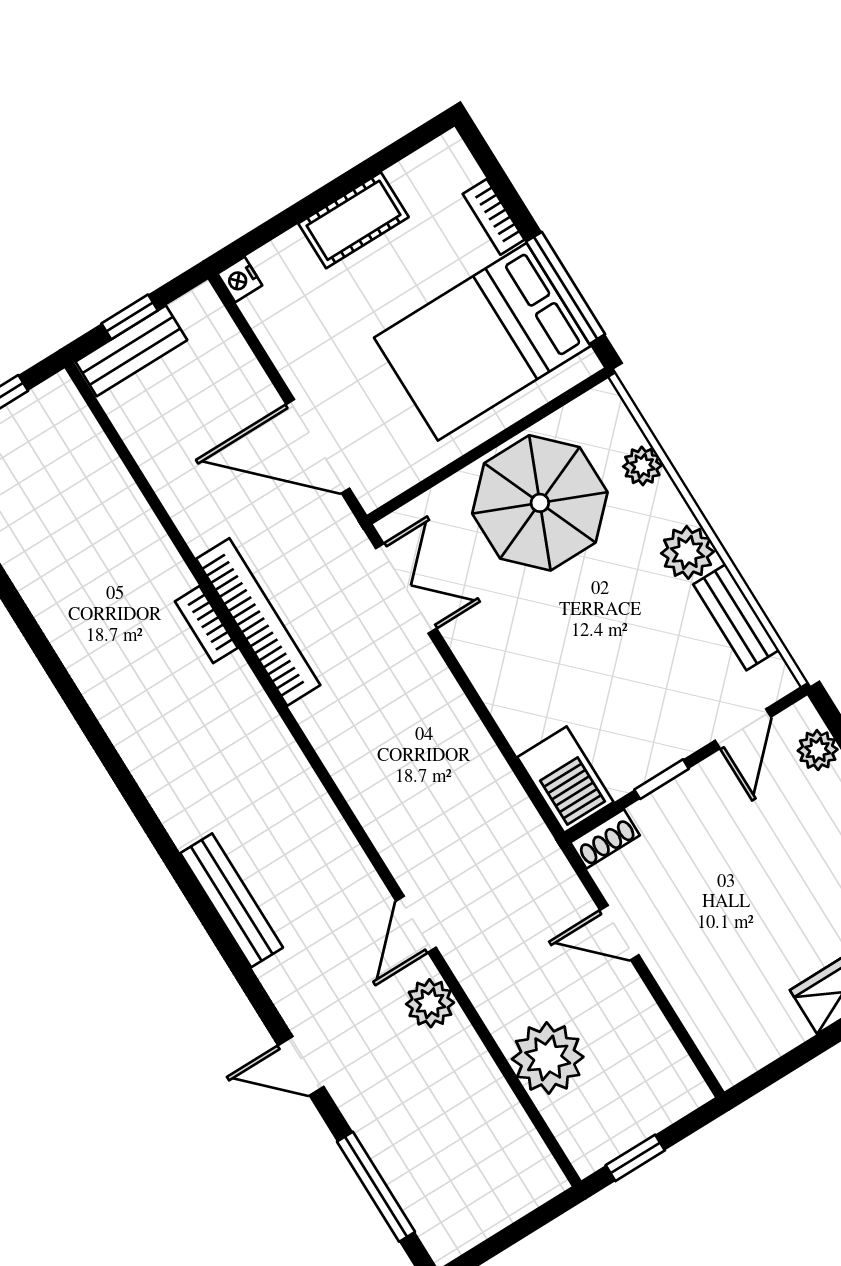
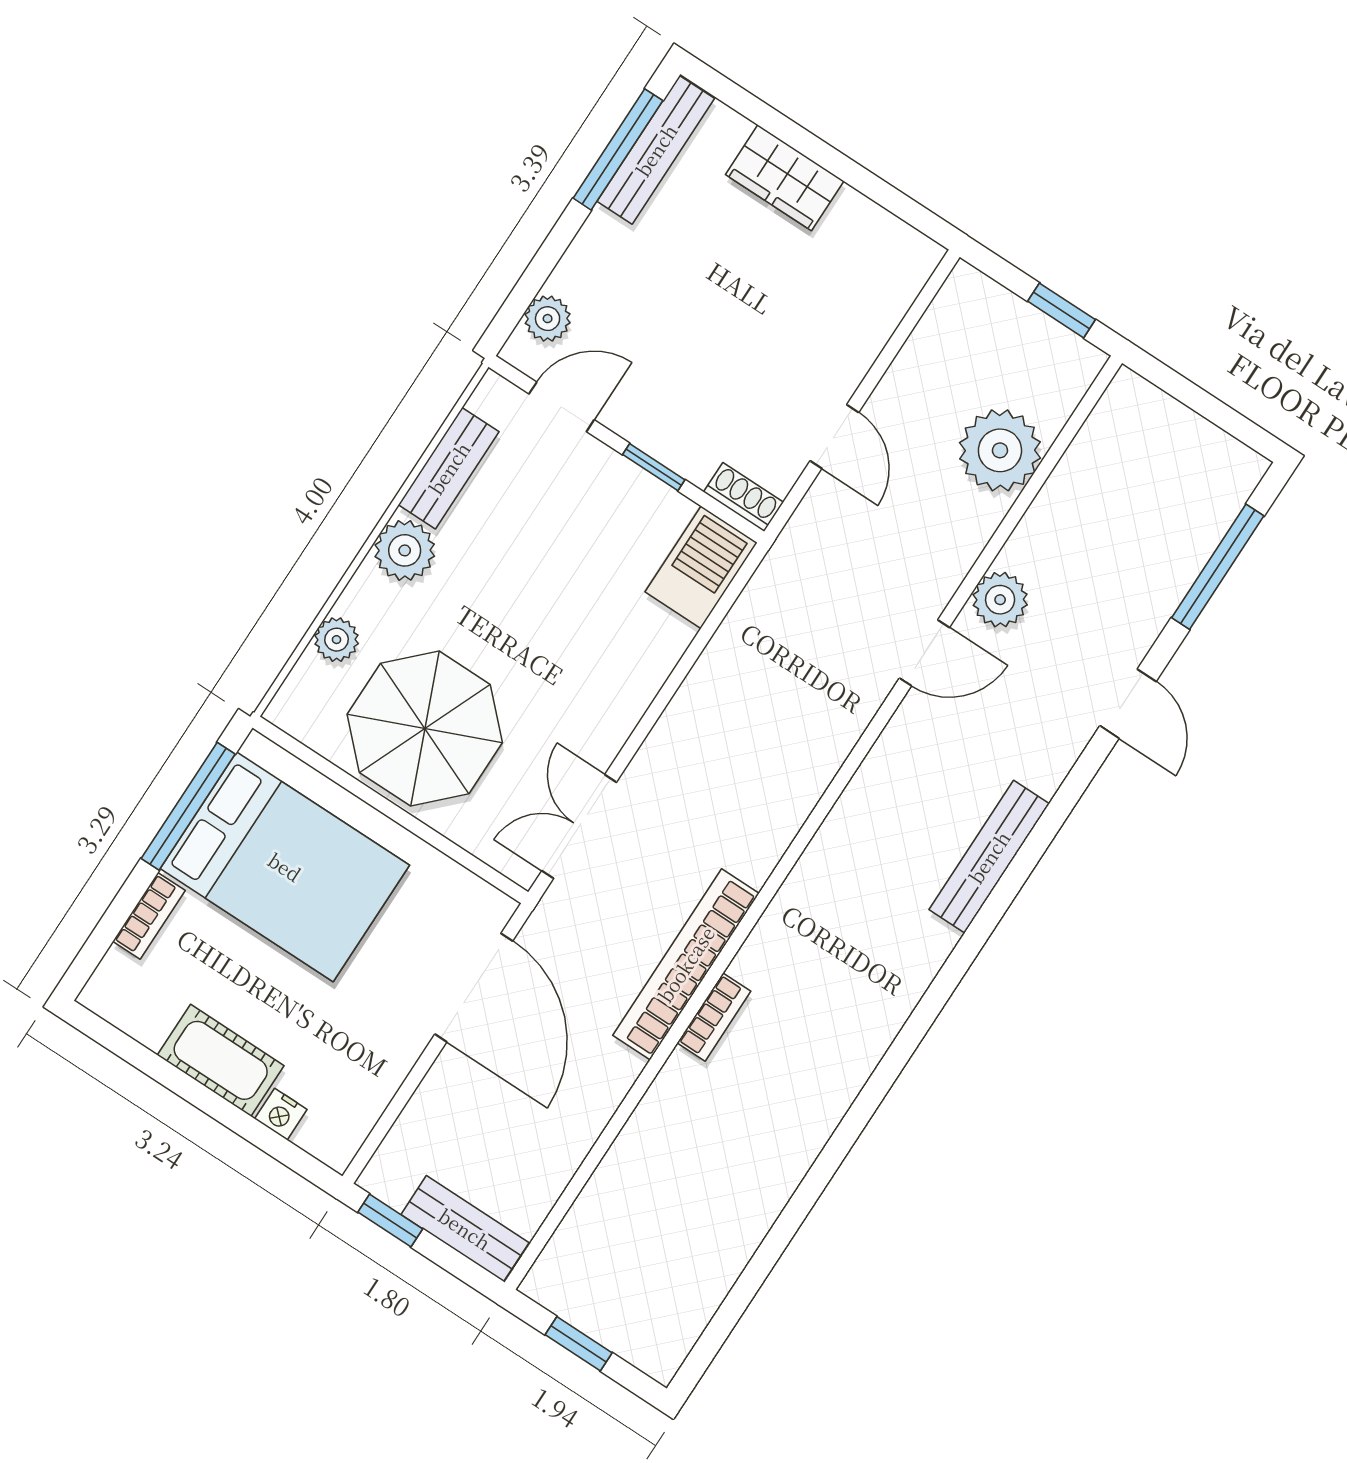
nightstand: (240, 280) -> (281, 1114), moved, turned 90
window: (130, 317) -> (390, 1220), moved

